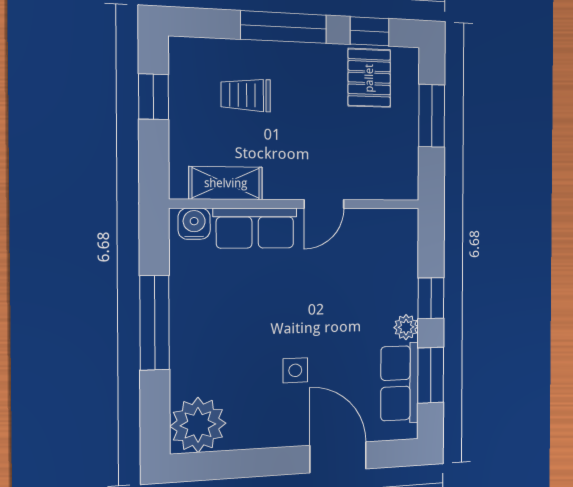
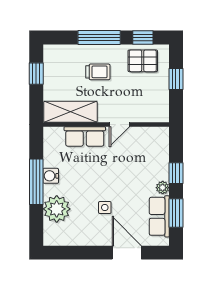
pallet: (369, 78) -> (143, 61), turned 90
trolley: (246, 95) -> (98, 72), moved, turned 180
window: (432, 116) -> (176, 79), width x0.67
shelving: (226, 183) -> (70, 112), width x1.50, depth x1.33
water cooler: (194, 224) -> (51, 176), moved, turned -90
plant: (198, 425) -> (57, 209), moved

